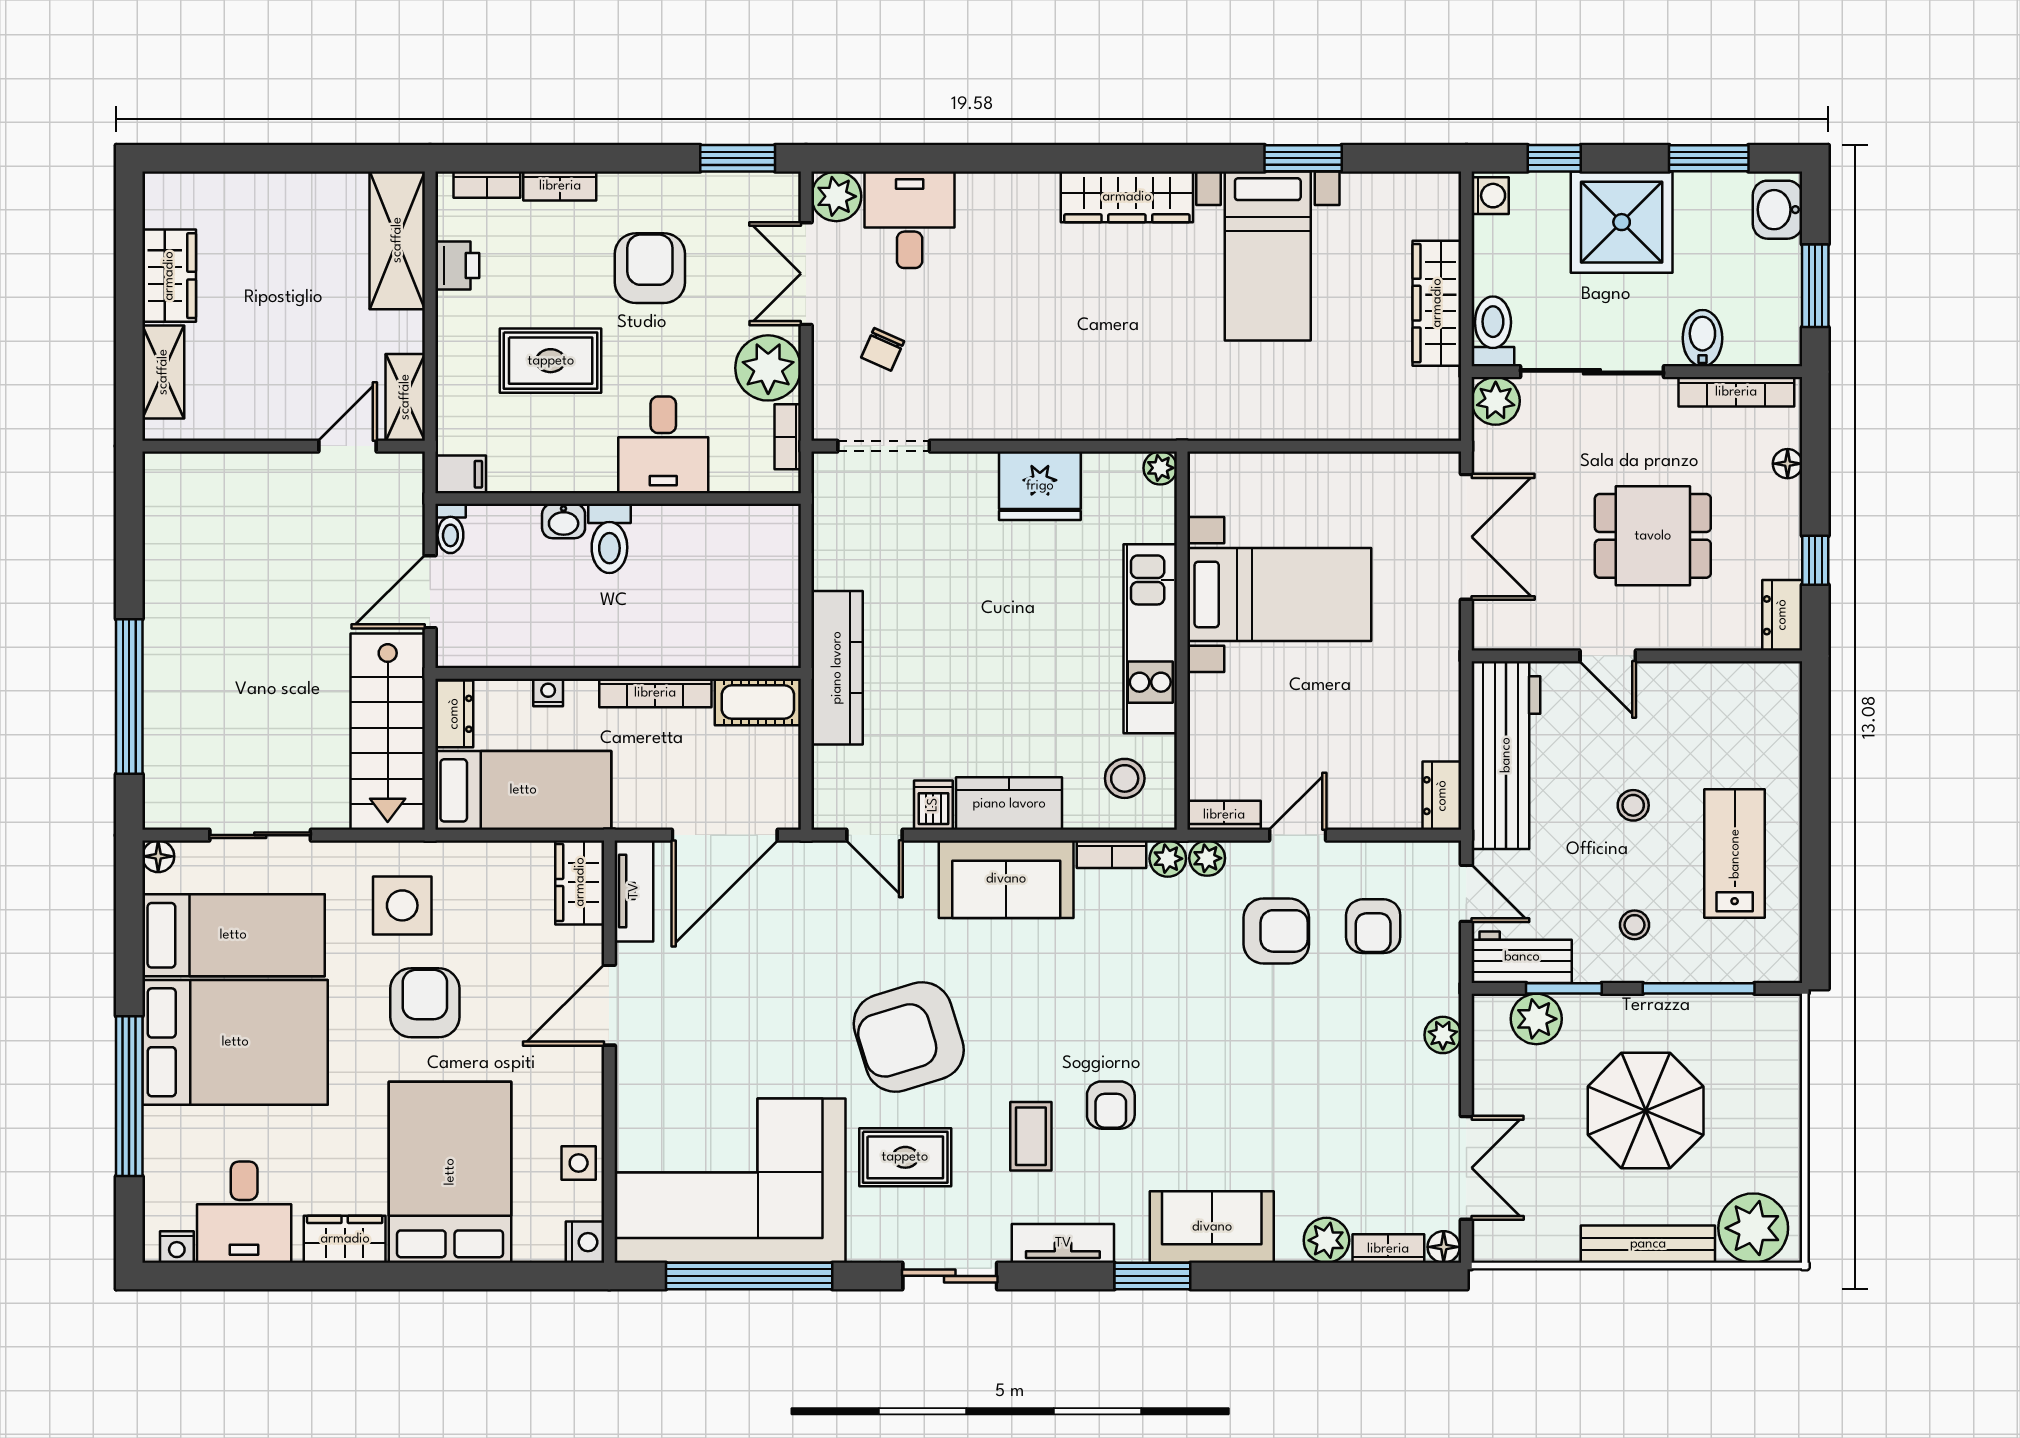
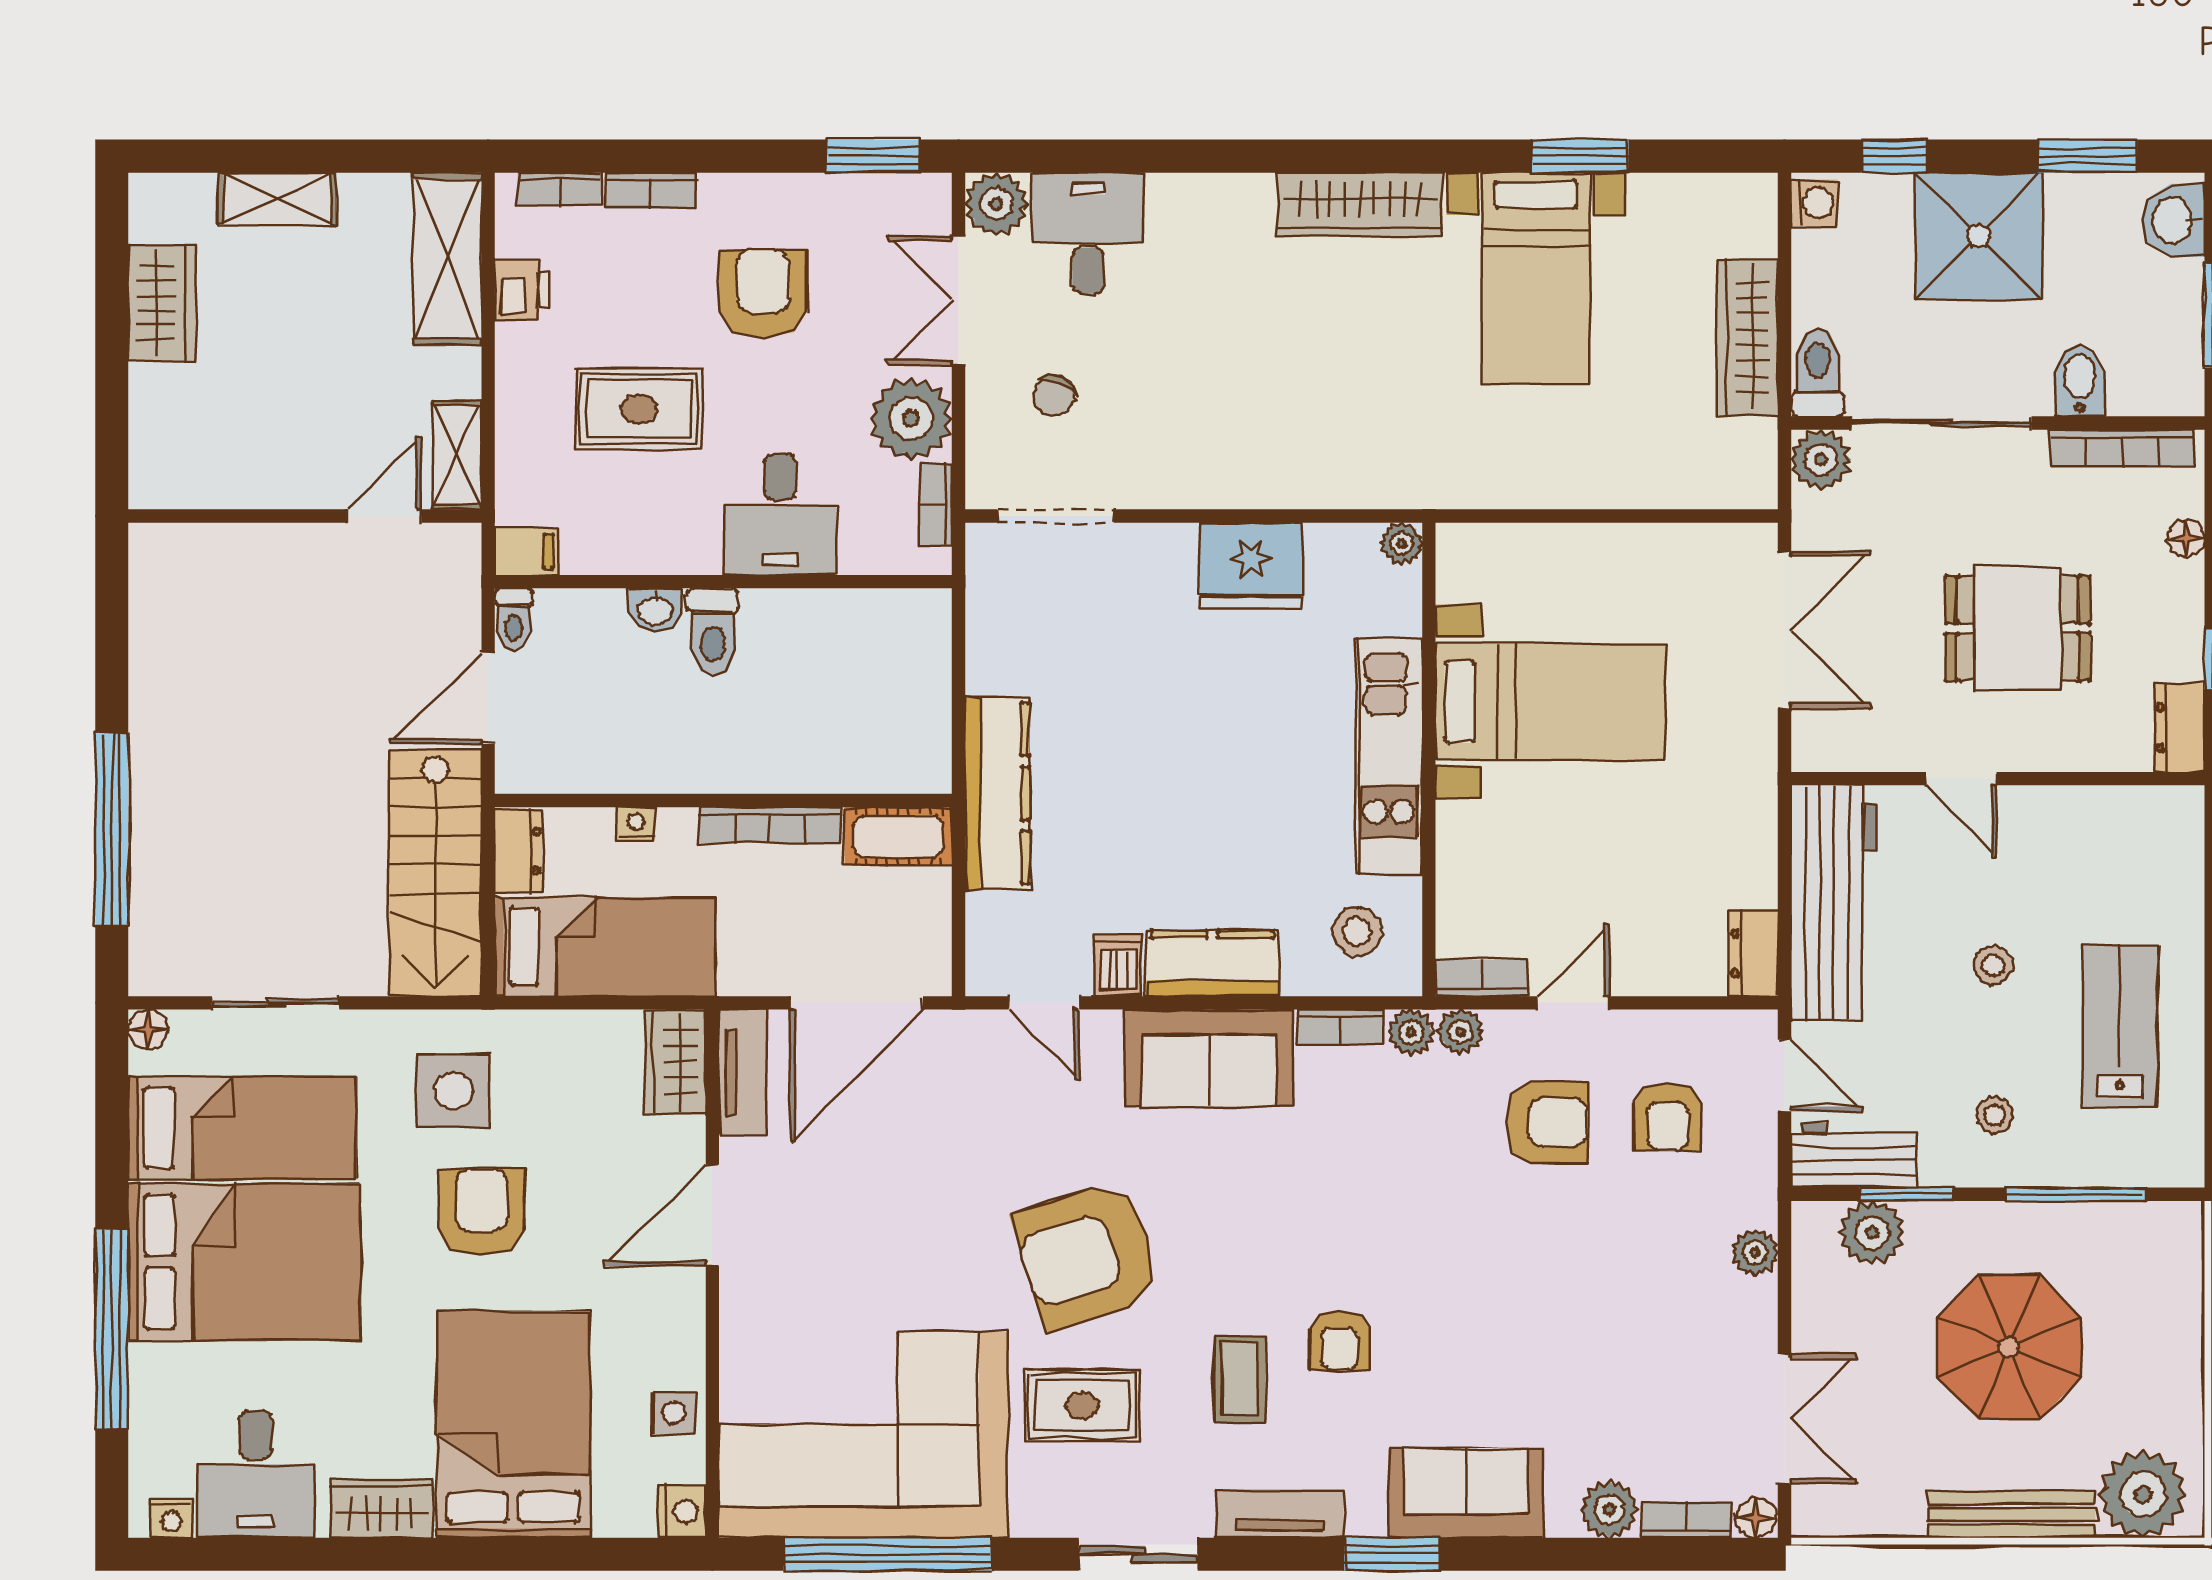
shelving: (163, 372) -> (277, 199), moved, turned 90

